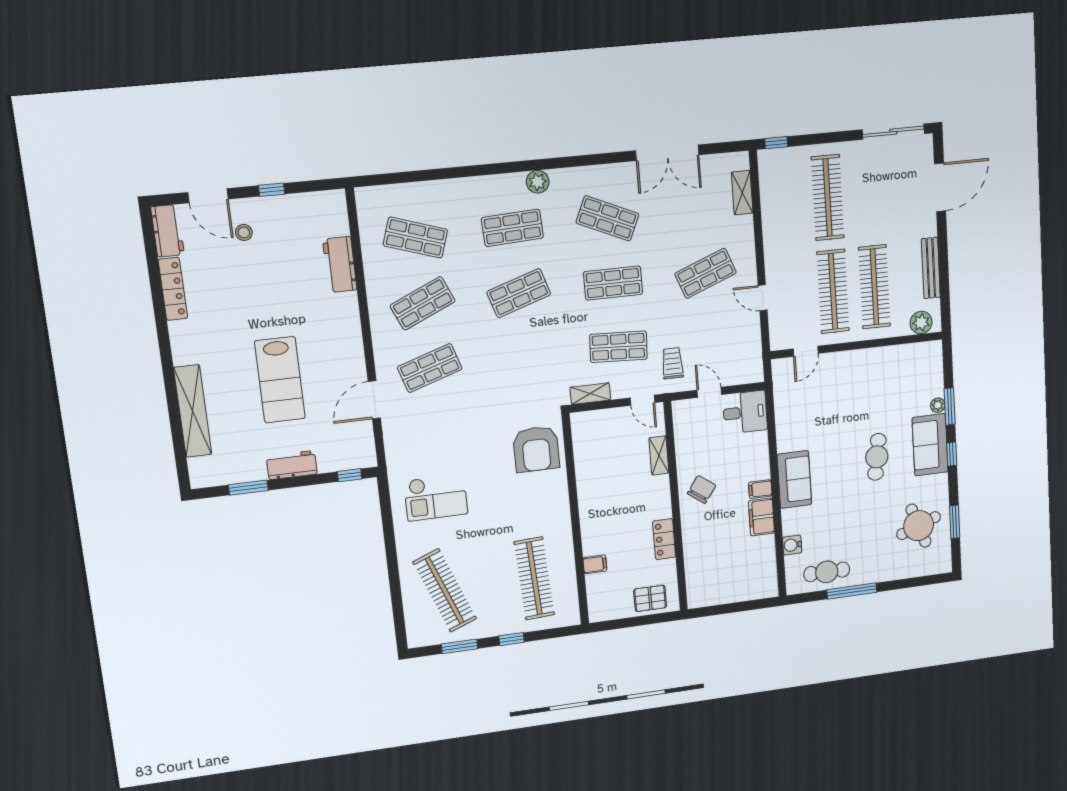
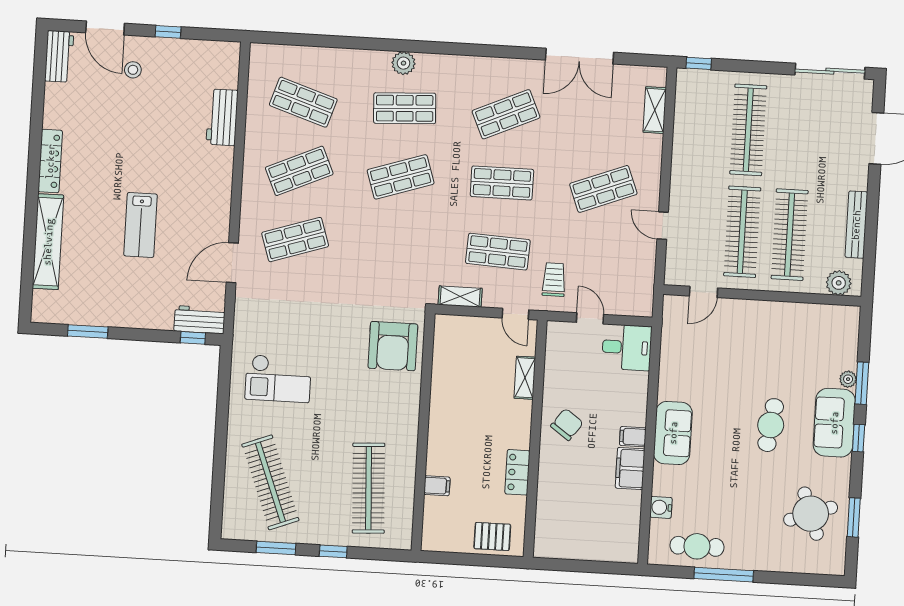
plant: (538, 182) -> (403, 63), moved
shop shelf: (608, 218) -> (506, 114), turned -48
locker: (173, 289) -> (50, 161), moved
lab bench: (280, 380) -> (141, 225), width x0.73, depth x0.72
workbench: (292, 465) -> (200, 320), moved

